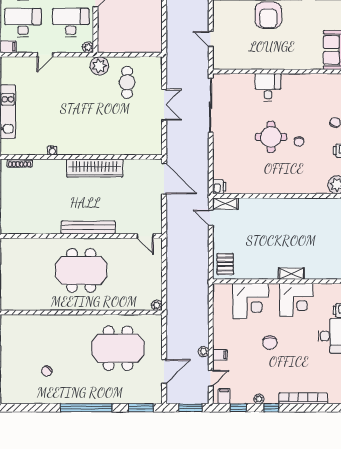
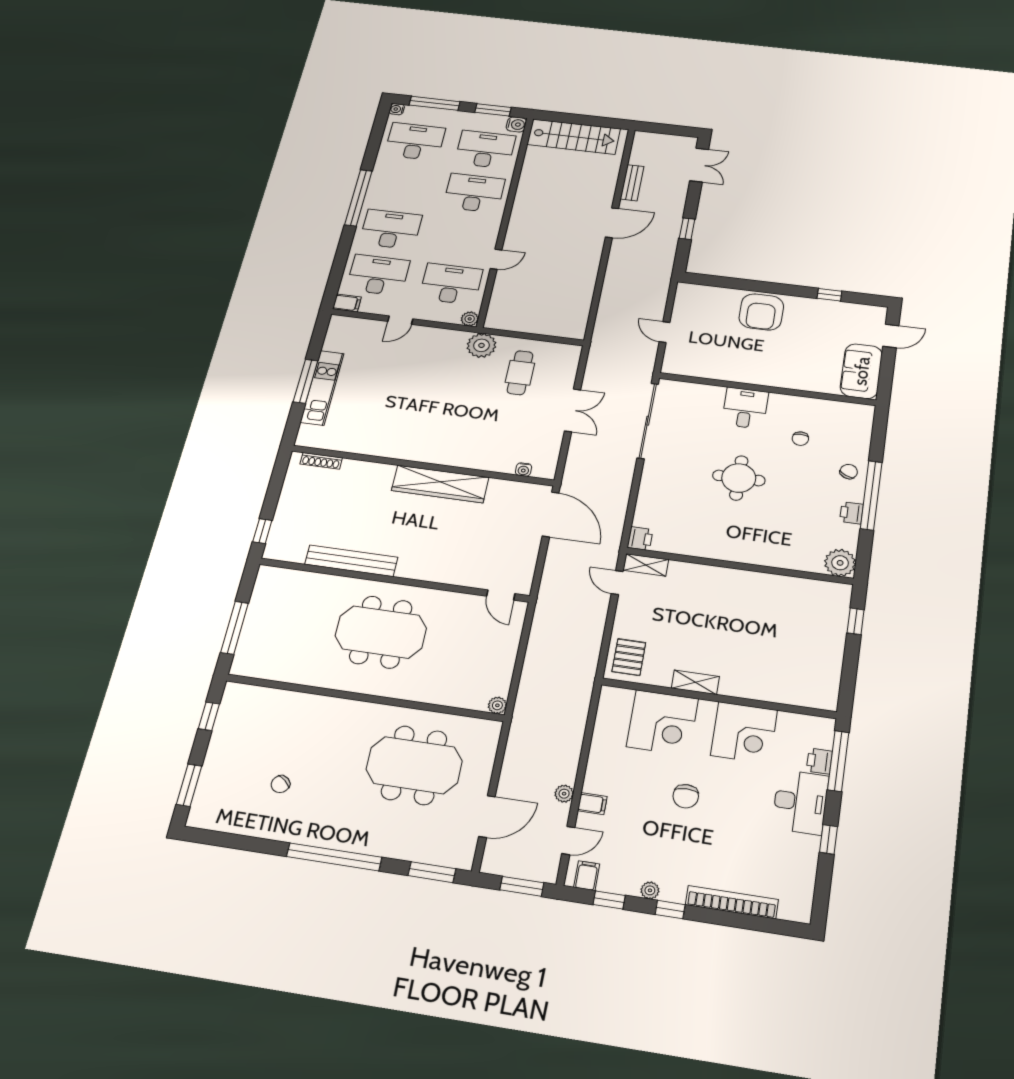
chair: (299, 142) -> (800, 439), moved
water cooler: (52, 151) -> (524, 469), moved
bench: (88, 227) -> (351, 561), moved
shelving: (291, 274) -> (695, 682), moved

